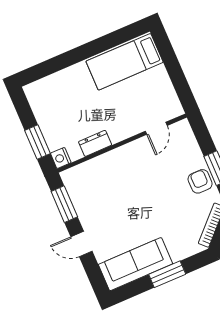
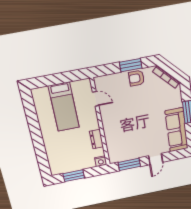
bed: (125, 62) -> (64, 107), moved
window: (38, 142) -> (74, 176), moved

